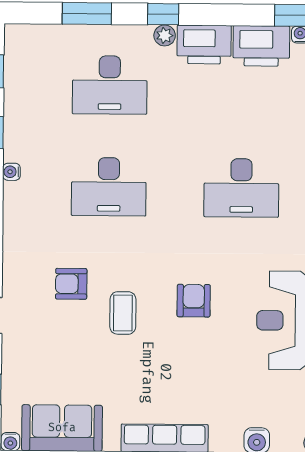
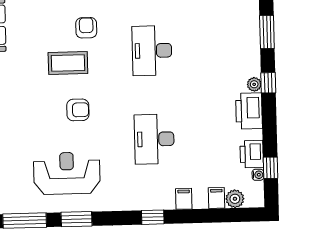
printer: (261, 46) -> (252, 154), width x0.73, depth x0.84
desk: (110, 85) -> (220, 49), removed
coffee table: (123, 313) -> (68, 63), width x1.36, depth x1.30

